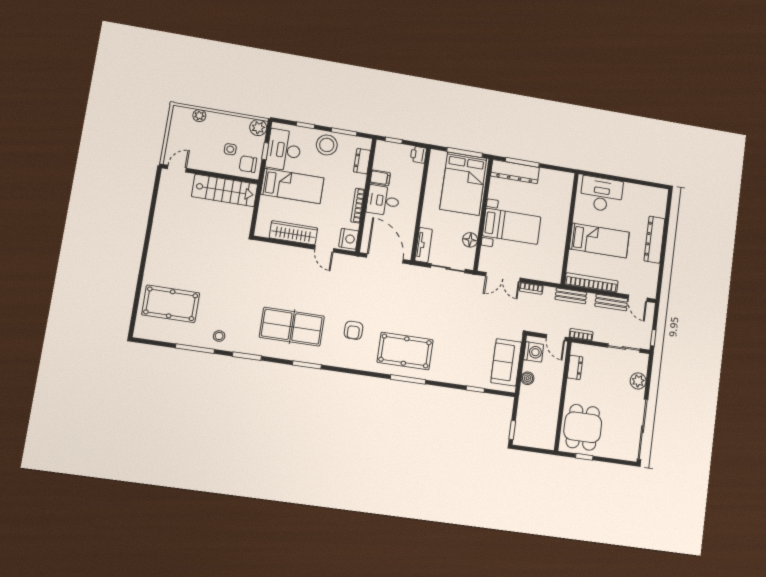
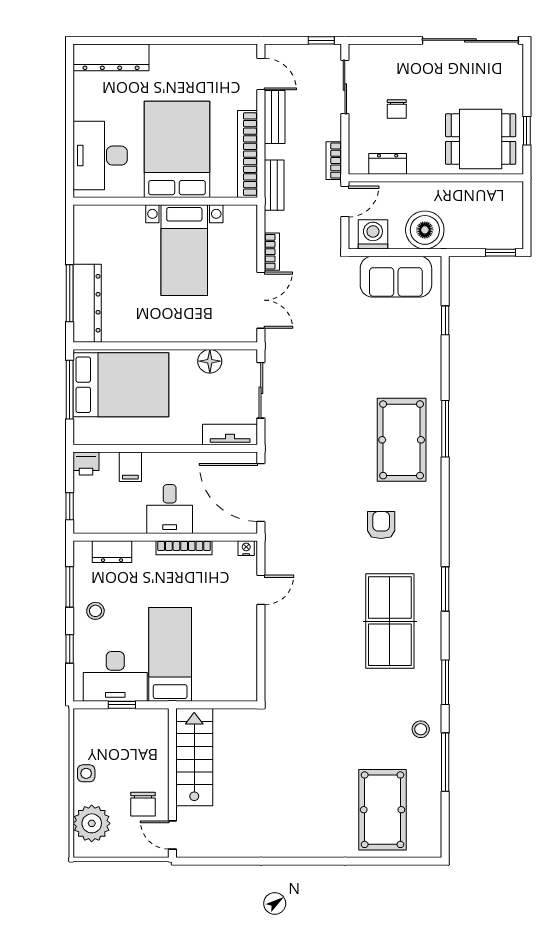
plant: (199, 116) -> (92, 823), width x1.88, depth x1.88
plant: (258, 128) -> (86, 722), removed
stool: (327, 145) -> (95, 611), width x0.53, depth x0.53
side table: (230, 149) -> (86, 773), moved
chair: (248, 164) -> (143, 804), moved
filing cabinet: (380, 178) -> (130, 467), moved, turned 180
bed with nightstands: (512, 226) -> (184, 250), moved, turned 180
wardrobe: (293, 233) -> (243, 641), removed
nightstand: (349, 239) -> (246, 548), width x0.53, depth x0.56
dresser: (654, 240) -> (111, 57), moved
bed: (599, 241) -> (177, 149), width x1.50
door: (385, 258) -> (261, 493), hinge flipped
door: (638, 298) -> (261, 74), hinge flipped
armchair: (354, 330) -> (381, 525), turned -90
boiler: (528, 378) -> (425, 230), width x1.86, depth x1.86
chair: (607, 378) -> (397, 109), added
plant: (638, 381) -> (394, 57), removed

